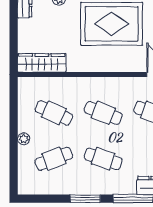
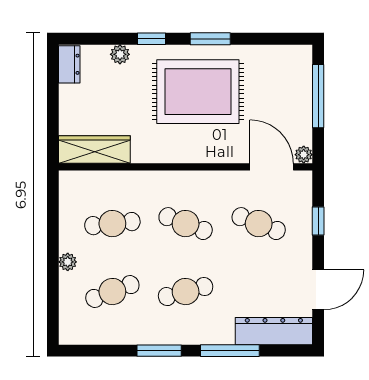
cafe table: (54, 113) -> (112, 224), turned -30
cafe table: (103, 159) -> (186, 292), turned -33

